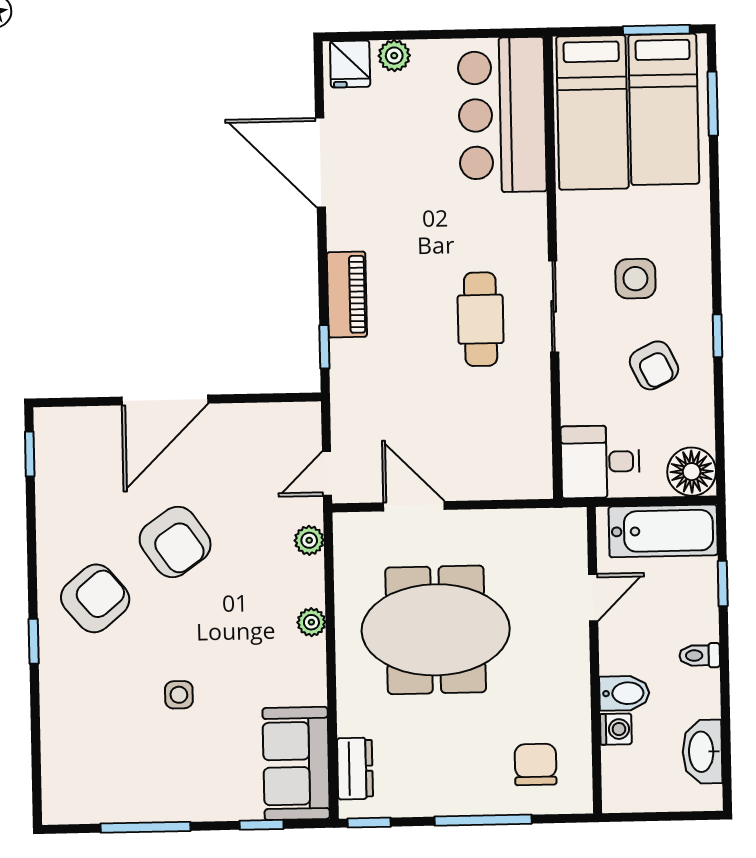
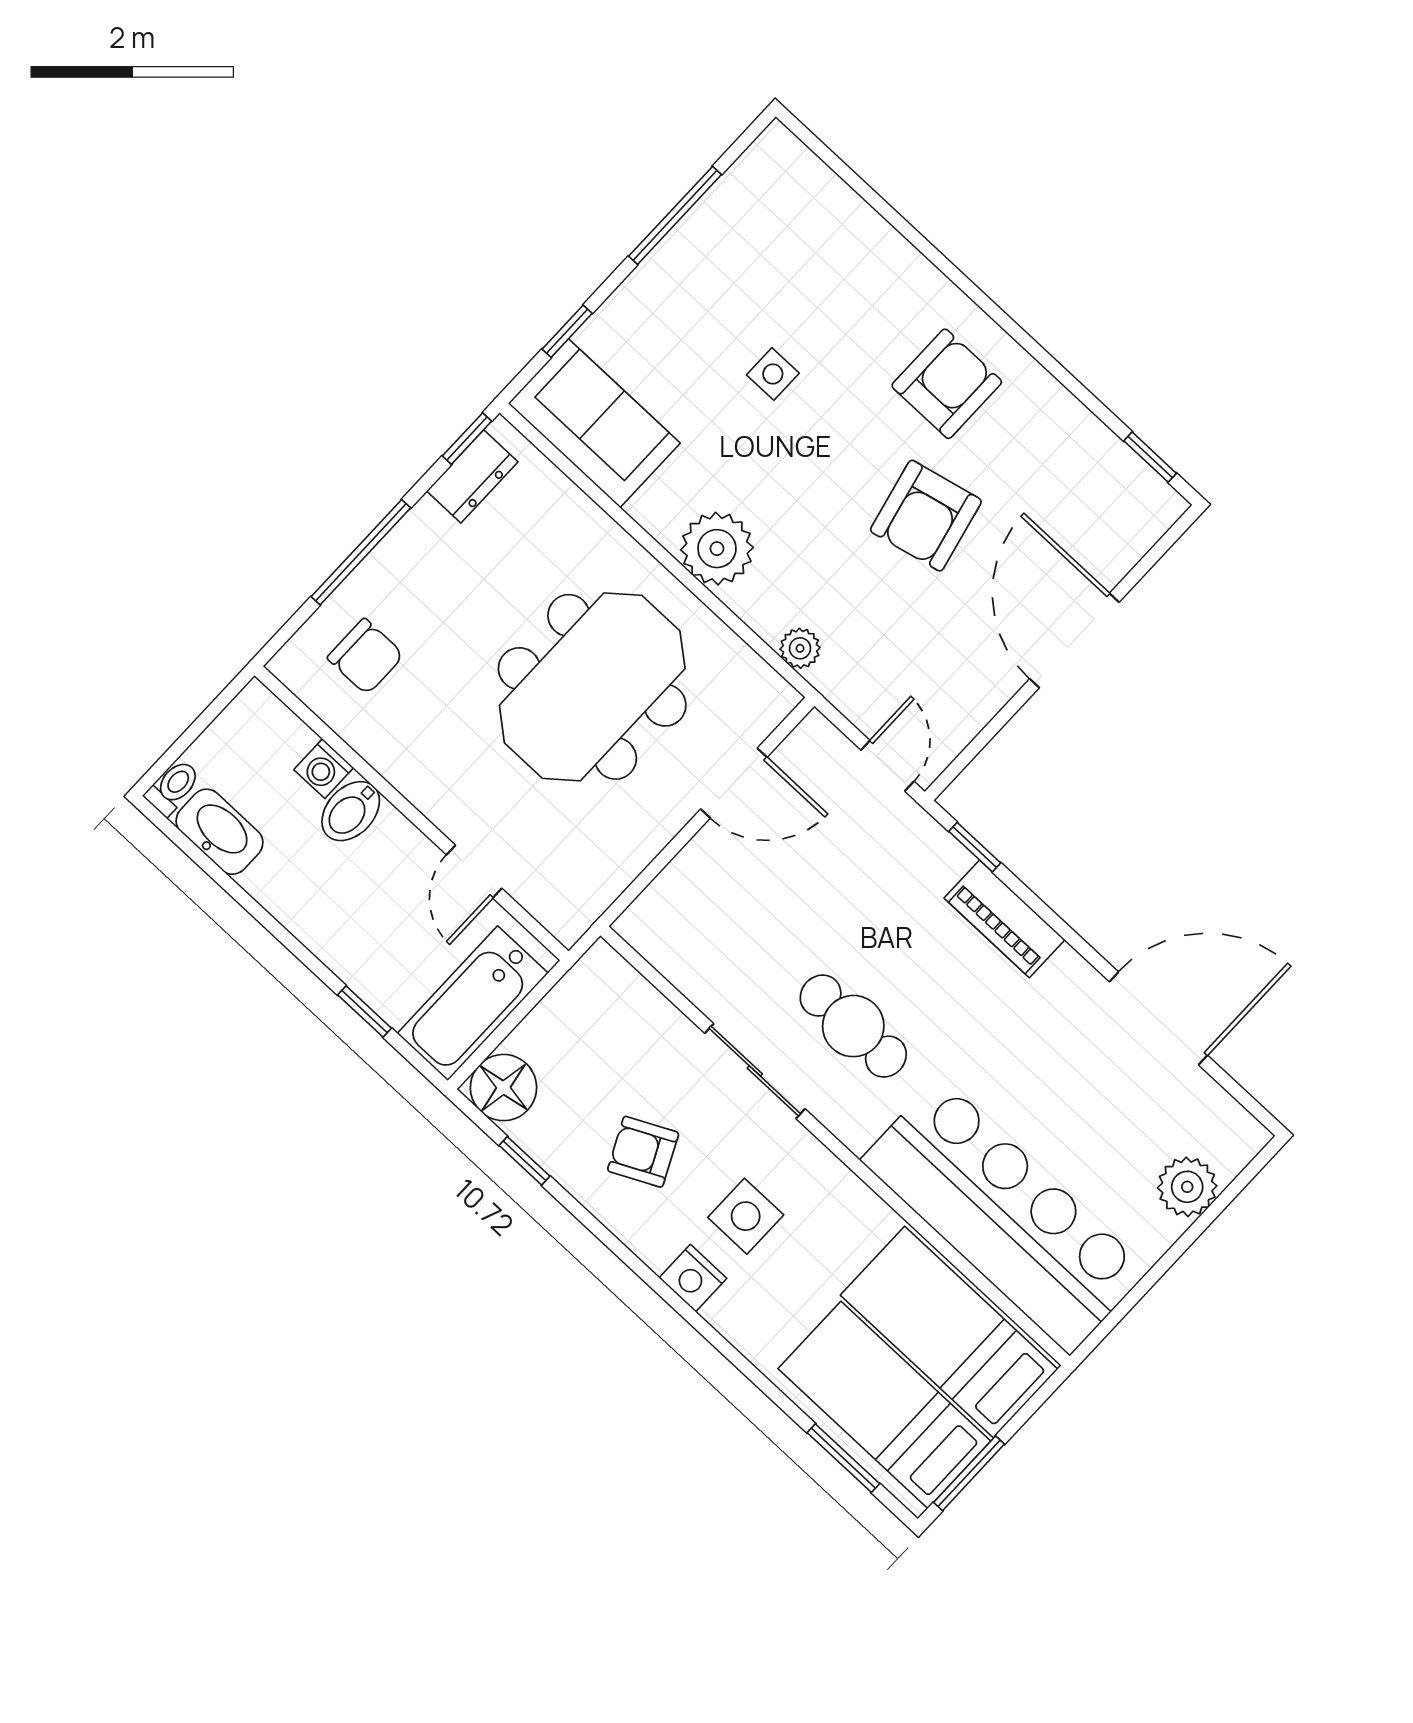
plant: (394, 56) -> (1187, 1187), width x1.38, depth x1.38
fridge: (350, 64) -> (1227, 1141), removed
bar counter: (502, 115) -> (1004, 1215), width x1.36
nightstand: (695, 275) -> (693, 1278), added
sliding door: (554, 306) -> (755, 1071), moved
window: (718, 336) -> (525, 1161), moved
desk: (600, 462) -> (600, 1008), removed
door: (327, 473) -> (887, 766), moved
armchair: (175, 542) -> (926, 516), turned -68
armchair: (95, 598) -> (947, 384), turned -140
plant: (311, 622) -> (717, 549), width x1.87, depth x1.87
window: (34, 641) -> (963, 283), removed
toilet: (700, 655) -> (173, 787), moved
dresser: (355, 769) -> (472, 476), moved, turned -90

